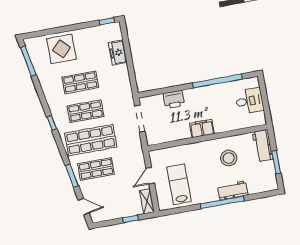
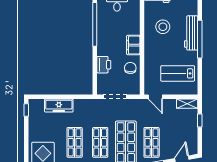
freezer: (118, 52) -> (59, 106), width x1.40
chair: (175, 130) -> (130, 68), added
door: (150, 176) -> (155, 97), moved
workbench: (233, 190) -> (191, 33), width x1.37

